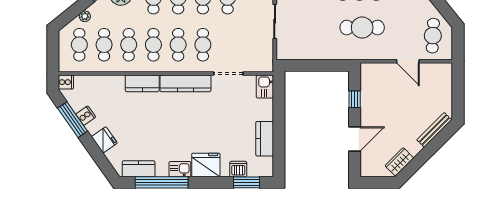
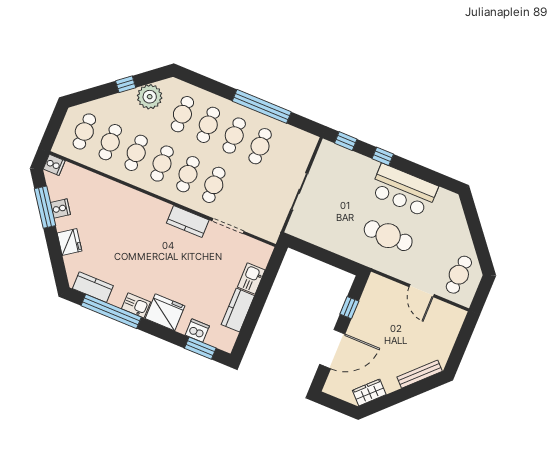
plant: (85, 16) -> (102, 104), removed
kitchen counter: (142, 83) -> (134, 199), removed
kitchen counter: (185, 83) -> (188, 222), width x0.67
kitchen sink: (265, 87) -> (251, 279), moved
door: (355, 139) -> (332, 349), width x1.36

